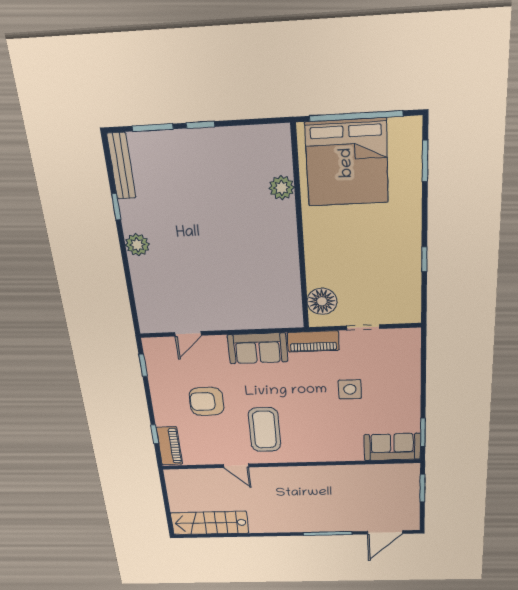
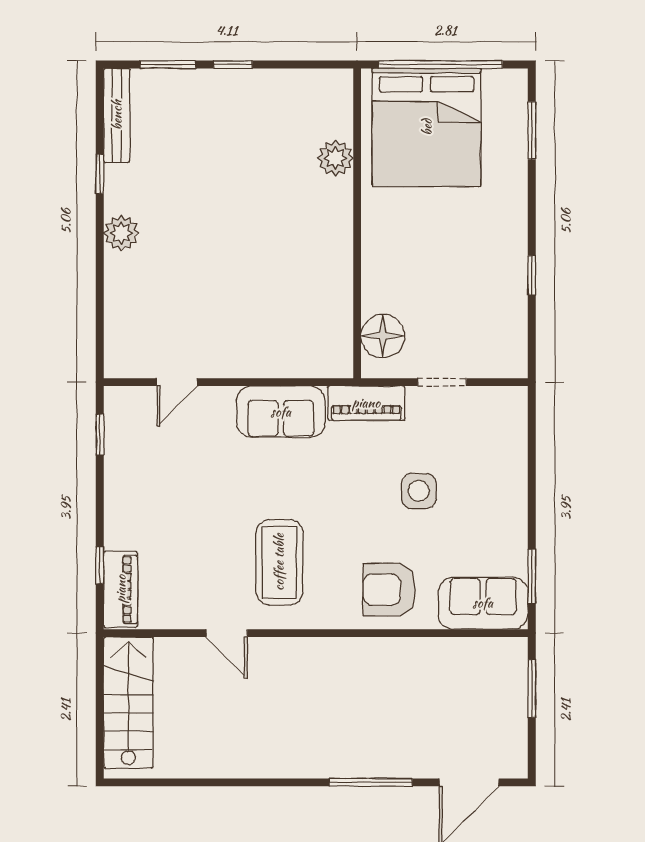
armchair: (207, 401) -> (389, 590), moved
stairs: (210, 523) -> (128, 703), moved, turned 90

